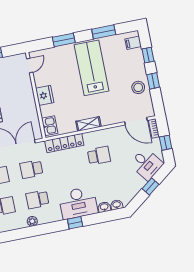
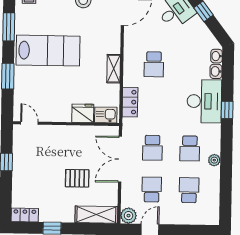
lab bench: (91, 68) -> (48, 51), turned 180
fridge: (45, 95) -> (83, 113), moved
locker: (64, 143) -> (130, 102), width x0.66
school desk: (99, 156) -> (154, 64), turned 180

